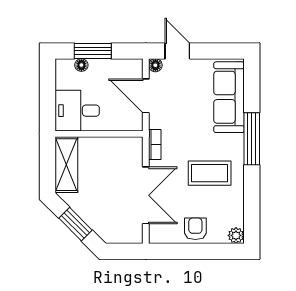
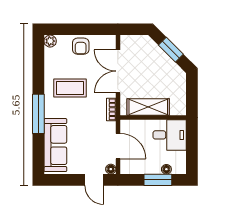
shelving: (66, 165) -> (148, 107), moved, turned 90

